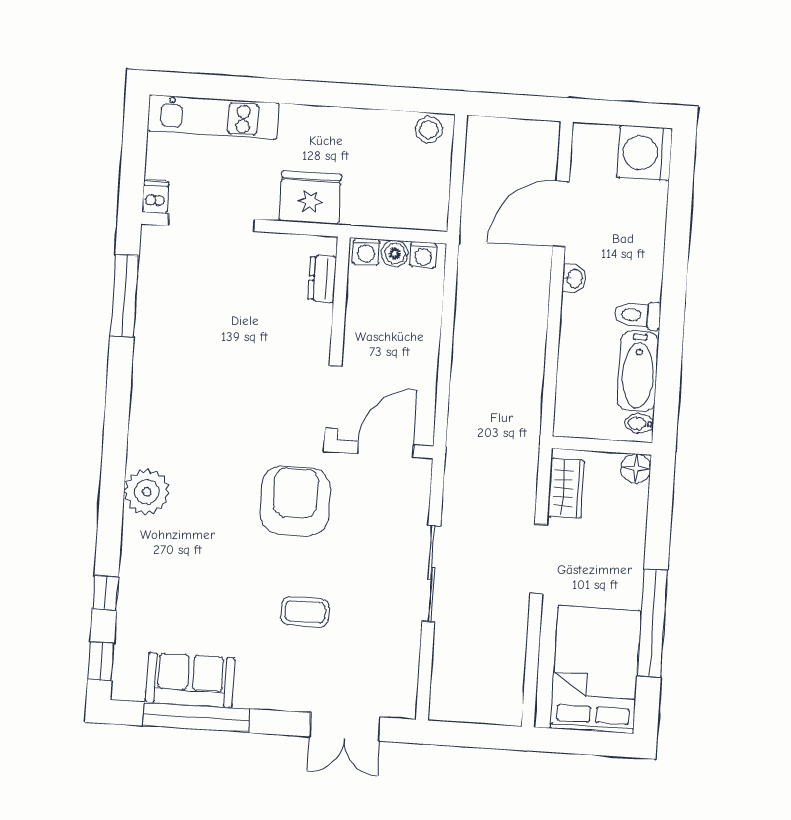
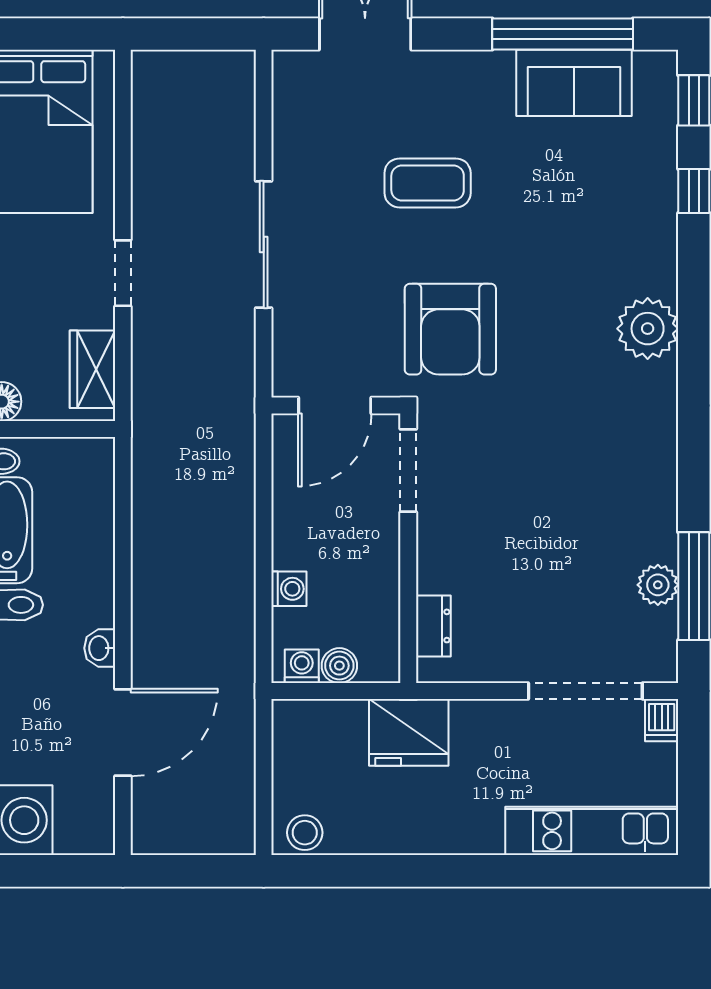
fridge: (310, 198) -> (409, 732), moved
washing machine: (366, 252) -> (289, 589), moved, turned 90
plant: (152, 299) -> (658, 585), added
doorway: (538, 559) -> (123, 273), width x0.73
coffee table: (305, 612) -> (428, 183), width x1.36, depth x1.30

